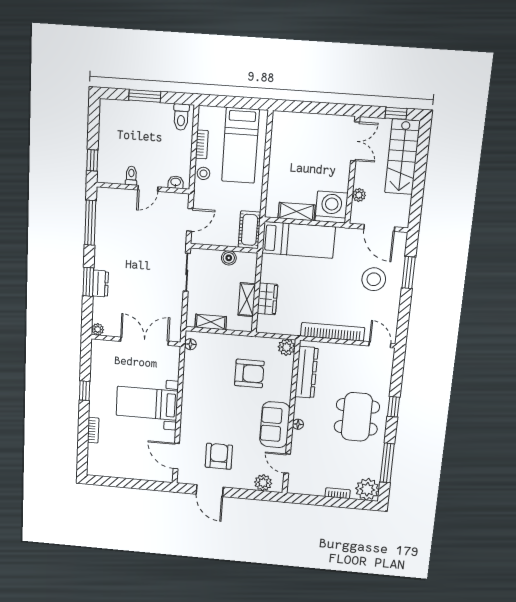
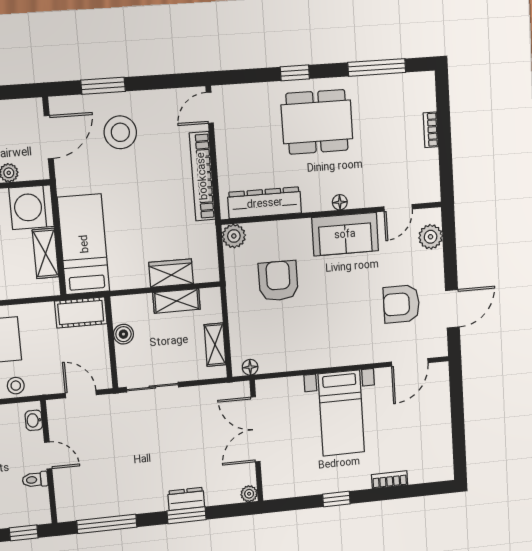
plant: (367, 489) -> (419, 89), removed

